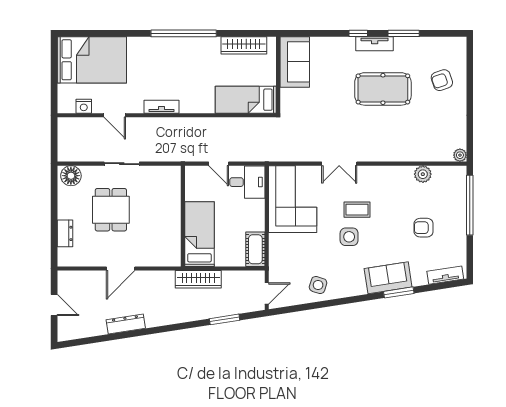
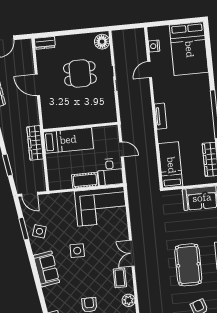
tv unit: (162, 107) -> (161, 116), moved
door: (219, 164) -> (122, 149), swing flipped
double door: (339, 164) -> (132, 253), moved
coffee table: (357, 210) -> (120, 278), moved
dresser: (65, 233) -> (45, 43), moved
cot: (255, 249) -> (85, 180), moved
sofa: (388, 278) -> (46, 269), moved
window: (399, 292) -> (24, 229), moved

